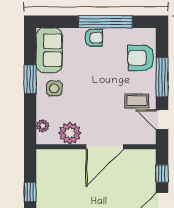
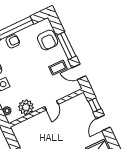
armchair: (141, 58) -> (48, 40), turned -90
door: (105, 147) -> (51, 105), width x0.53

